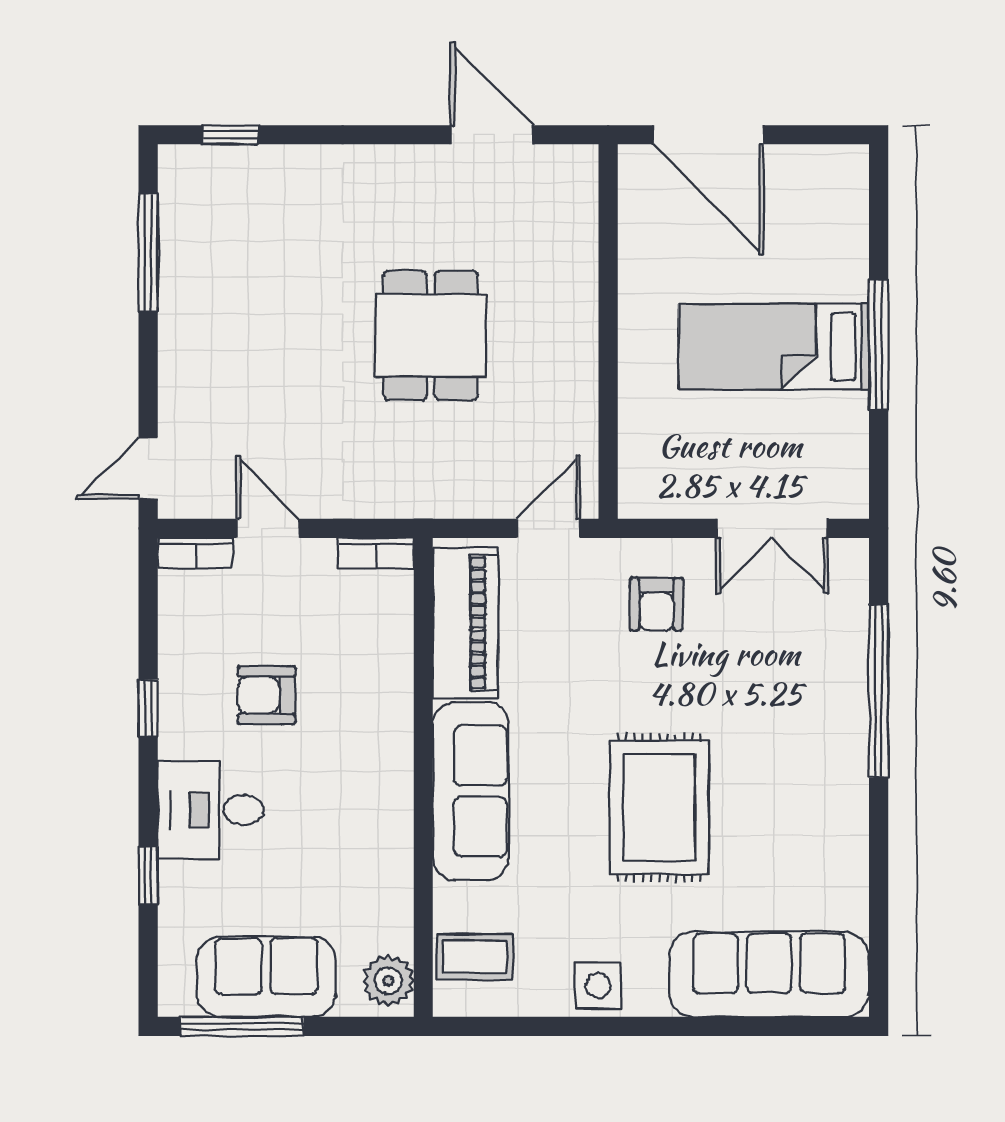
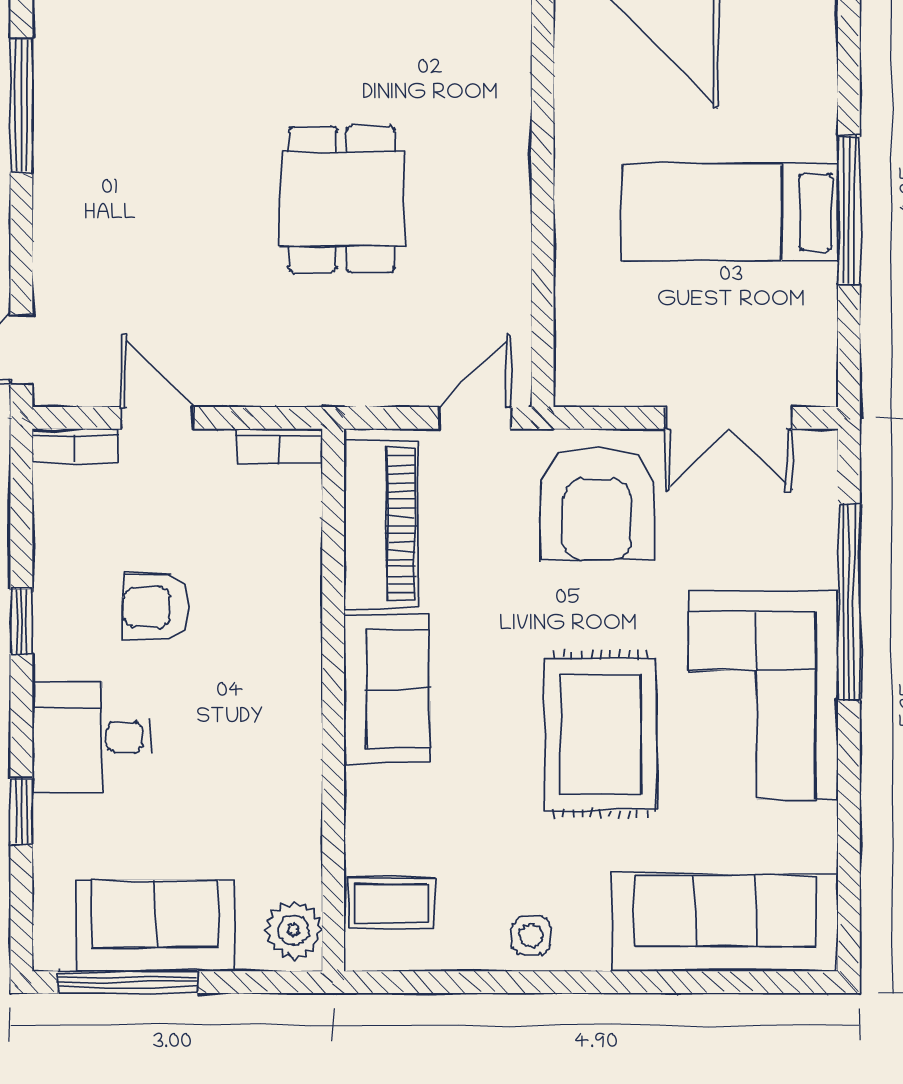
armchair: (656, 604) -> (597, 504), width x1.88, depth x1.88
corner sofa: (803, 773) -> (764, 695), added
sofa: (471, 791) -> (387, 689), width x0.73
side table: (598, 985) -> (531, 936), width x0.73, depth x0.73

